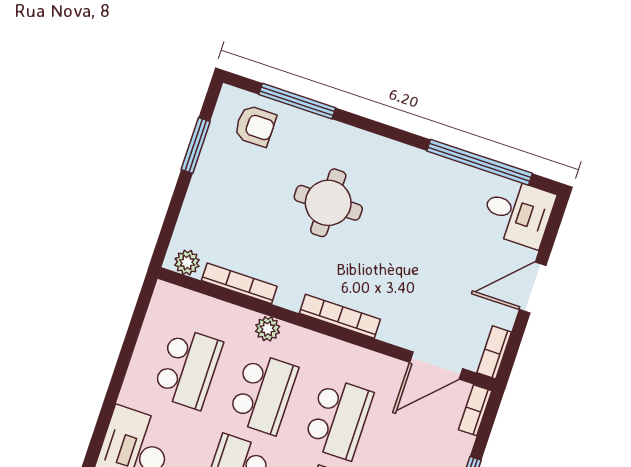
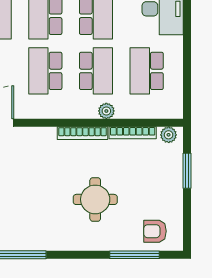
window: (196, 146) -> (187, 171), moved
bookcase: (340, 316) -> (82, 133), moved
school desk: (263, 394) -> (96, 71), turned 180

